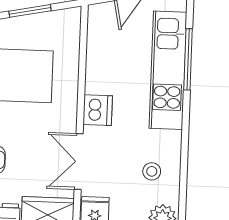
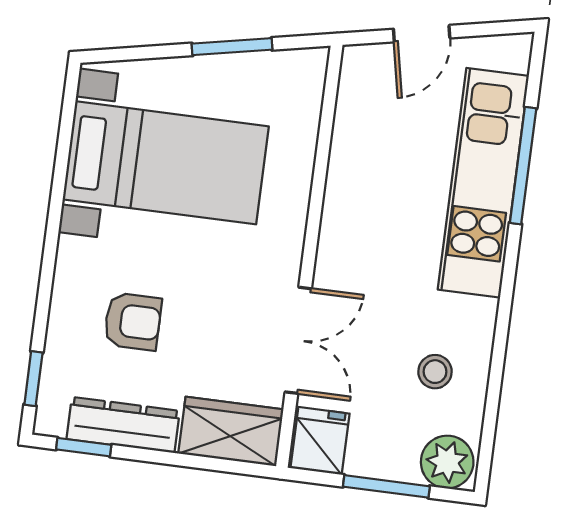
dishwasher: (98, 110) -> (343, 246), removed
double door: (79, 161) -> (298, 340), swing flipped

